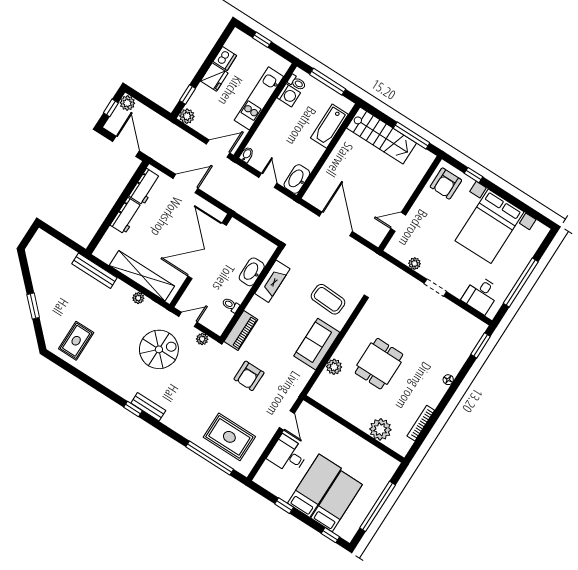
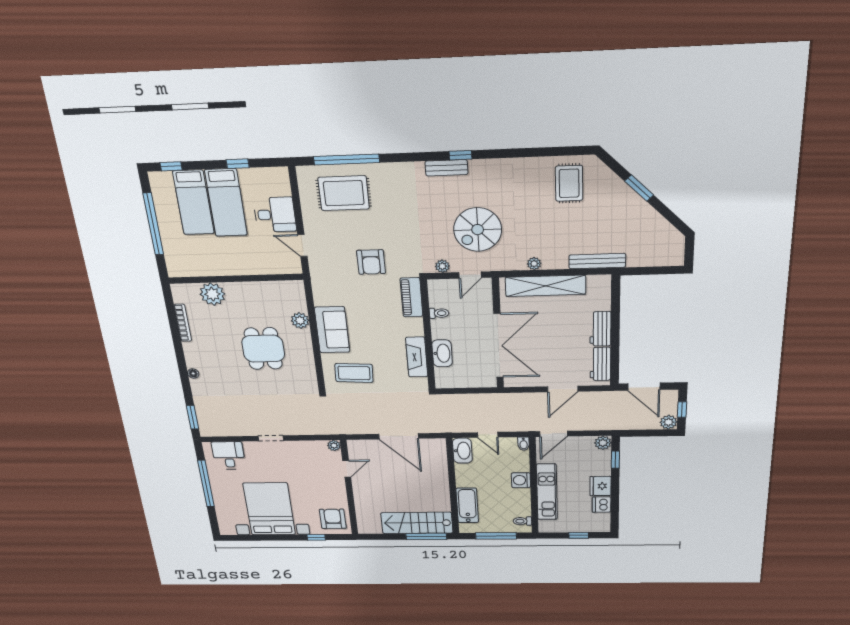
washing machine: (289, 95) -> (521, 480), moved
window: (412, 135) -> (426, 536), moved
plant: (415, 264) -> (334, 445), moved
armchair: (249, 376) -> (371, 262), turned 180

